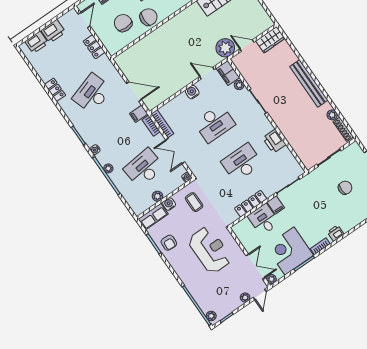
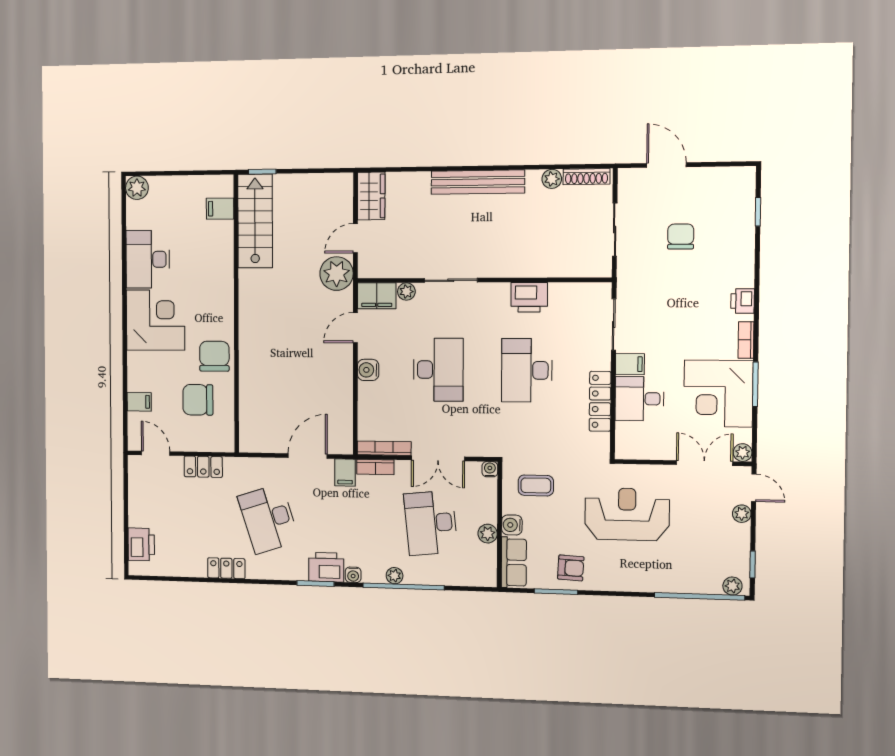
printer: (53, 31) -> (326, 567), moved, turned -90

